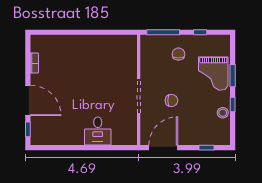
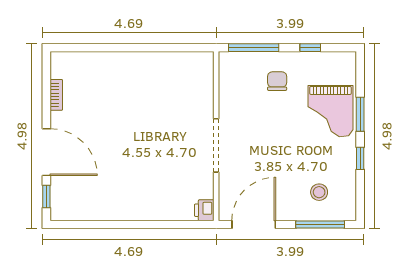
chair: (171, 100) -> (266, 152), removed
stool: (223, 113) -> (319, 192), moved
desk: (98, 131) -> (153, 199), removed
printer: (131, 138) -> (204, 210), added
window: (207, 148) -> (320, 225), width x2.17

